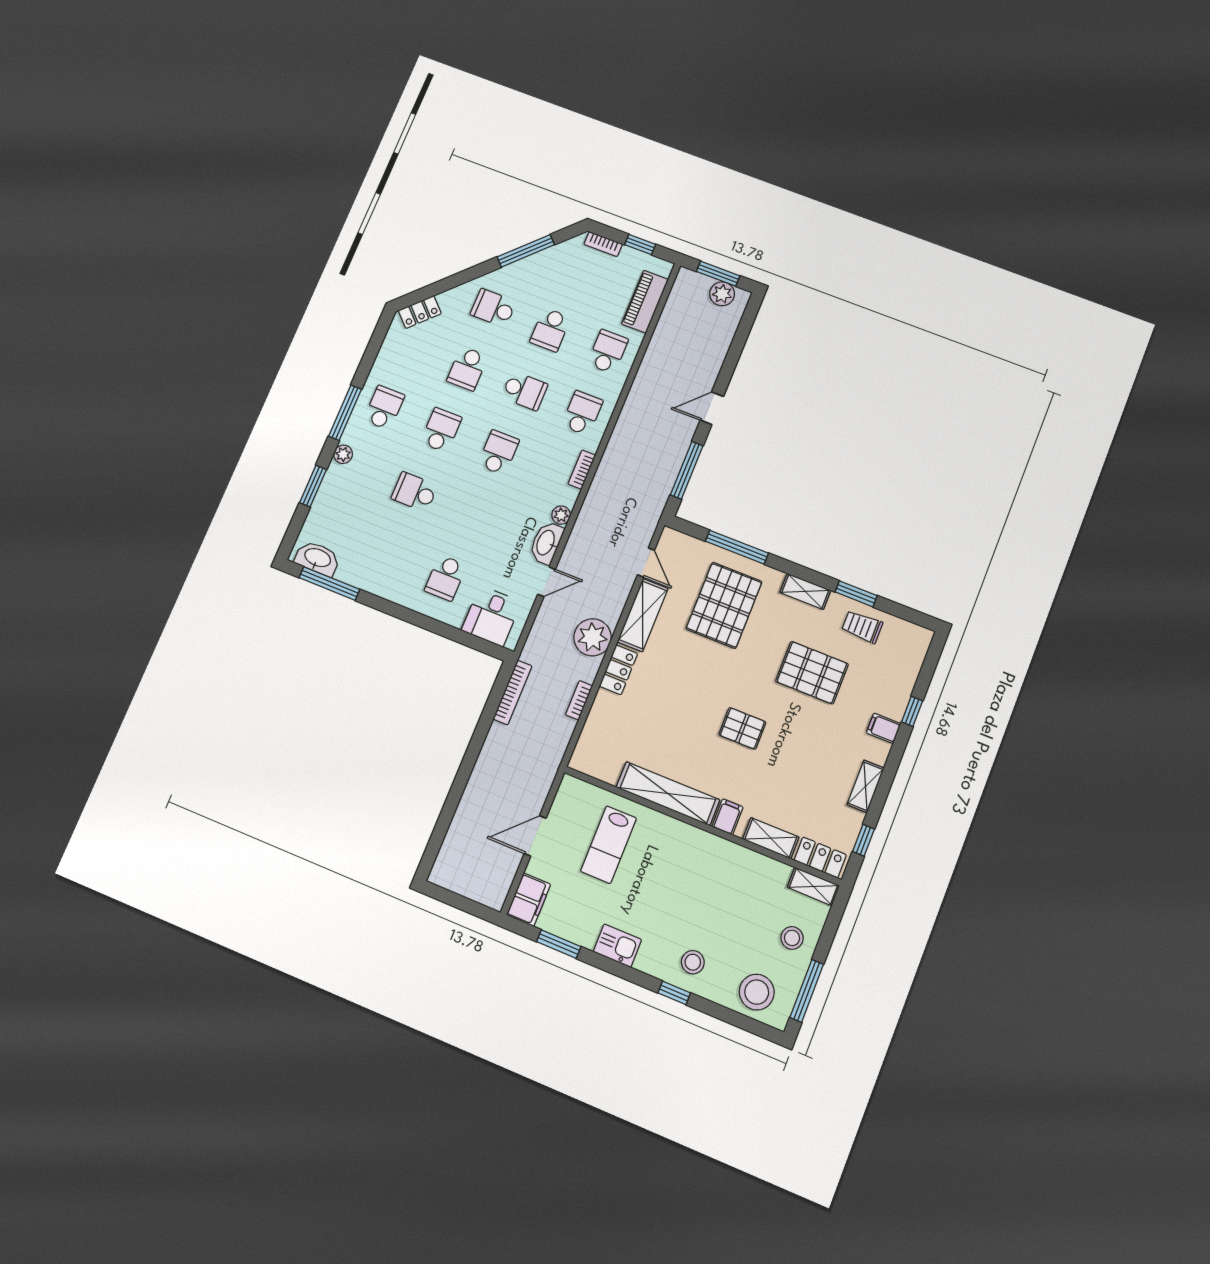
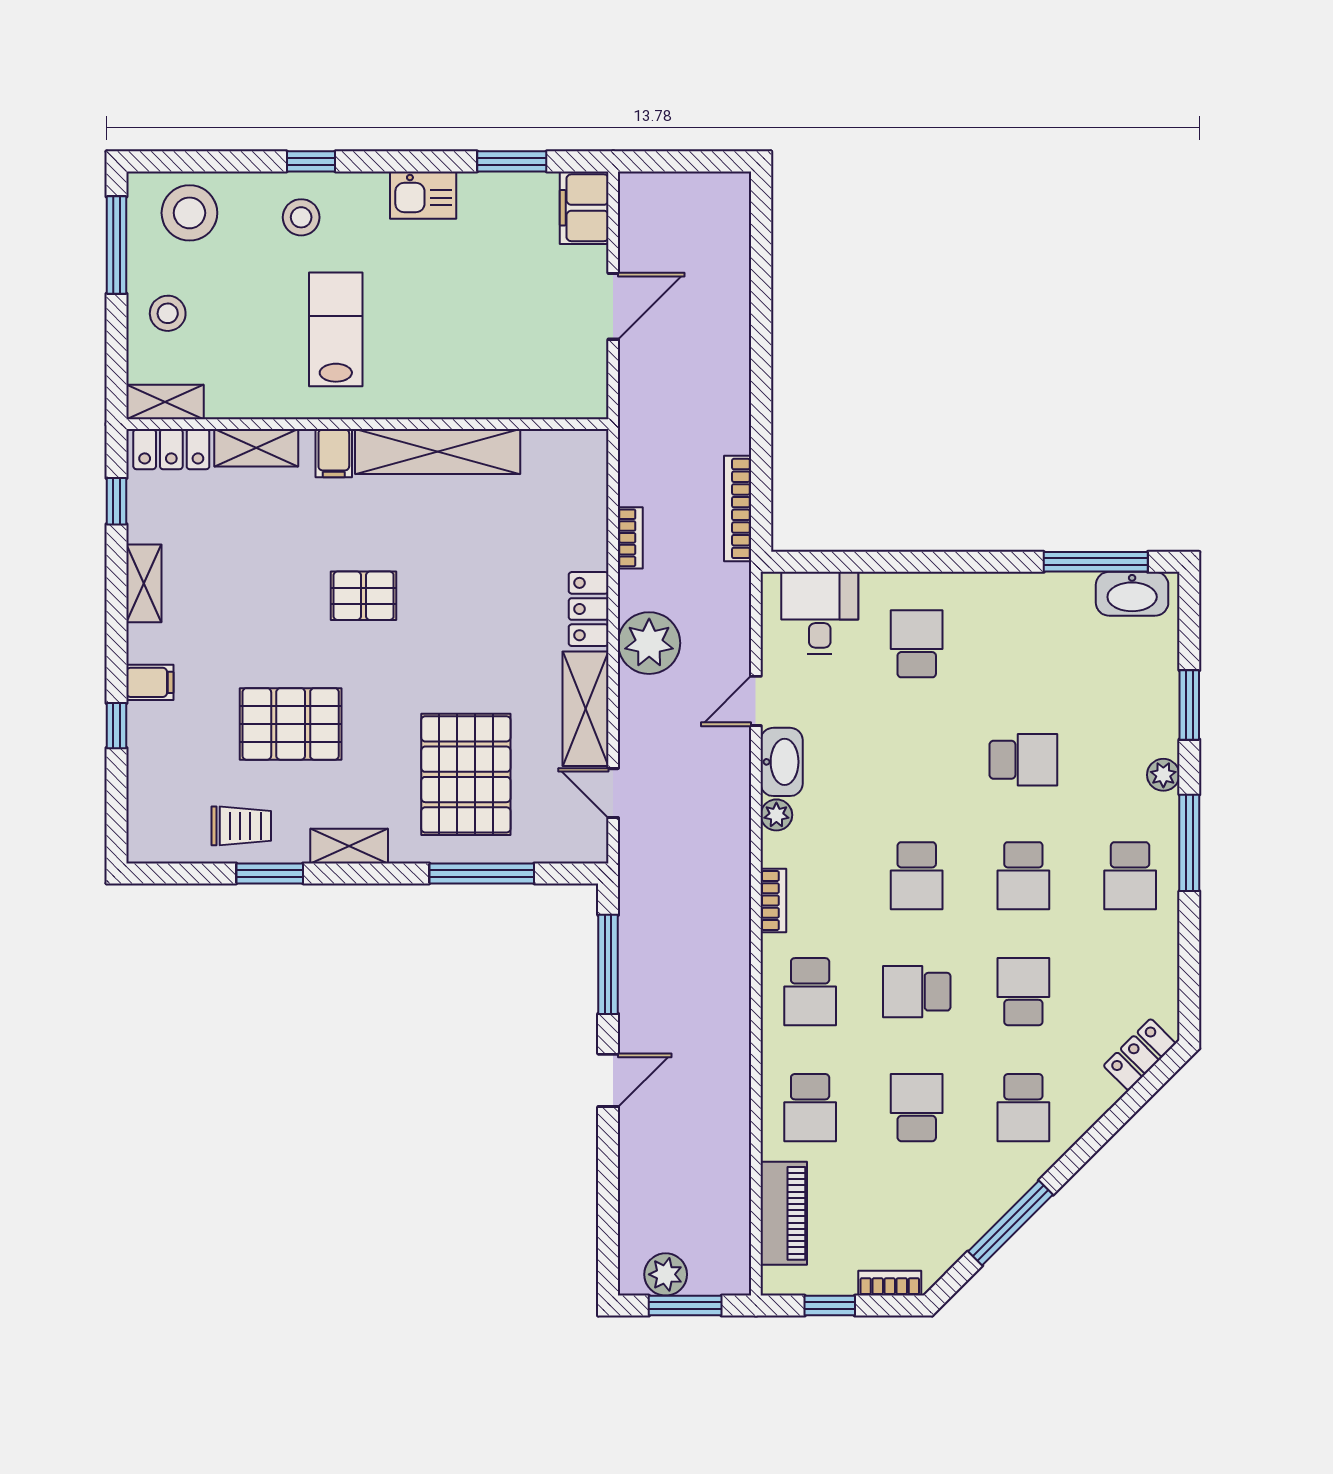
school desk: (493, 308) -> (1023, 1108), turned 90
lab bench: (608, 845) -> (336, 329), moved

